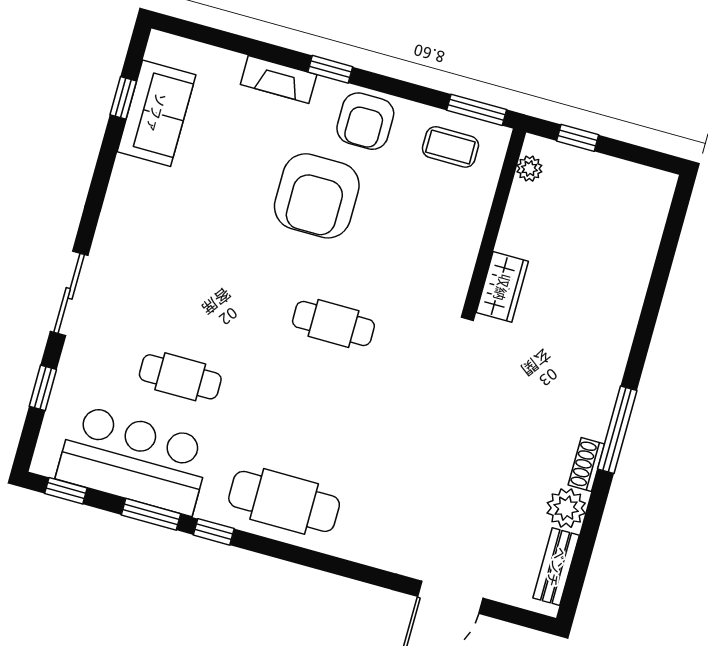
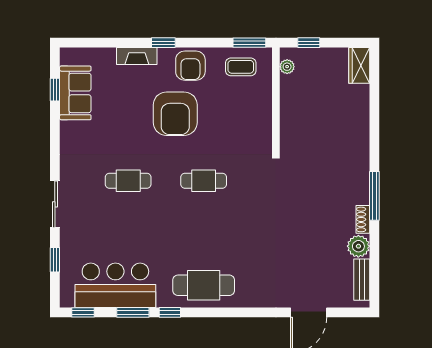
wardrobe: (502, 287) -> (359, 65), moved, turned 180
cafe table: (180, 377) -> (128, 181), moved

